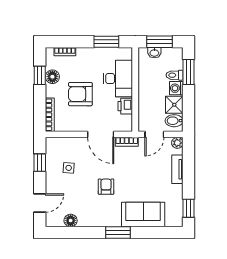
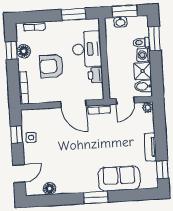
side table: (69, 168) -> (31, 137), moved
tv unit: (177, 169) -> (150, 147), moved
armchair: (106, 187) -> (82, 154), removed

